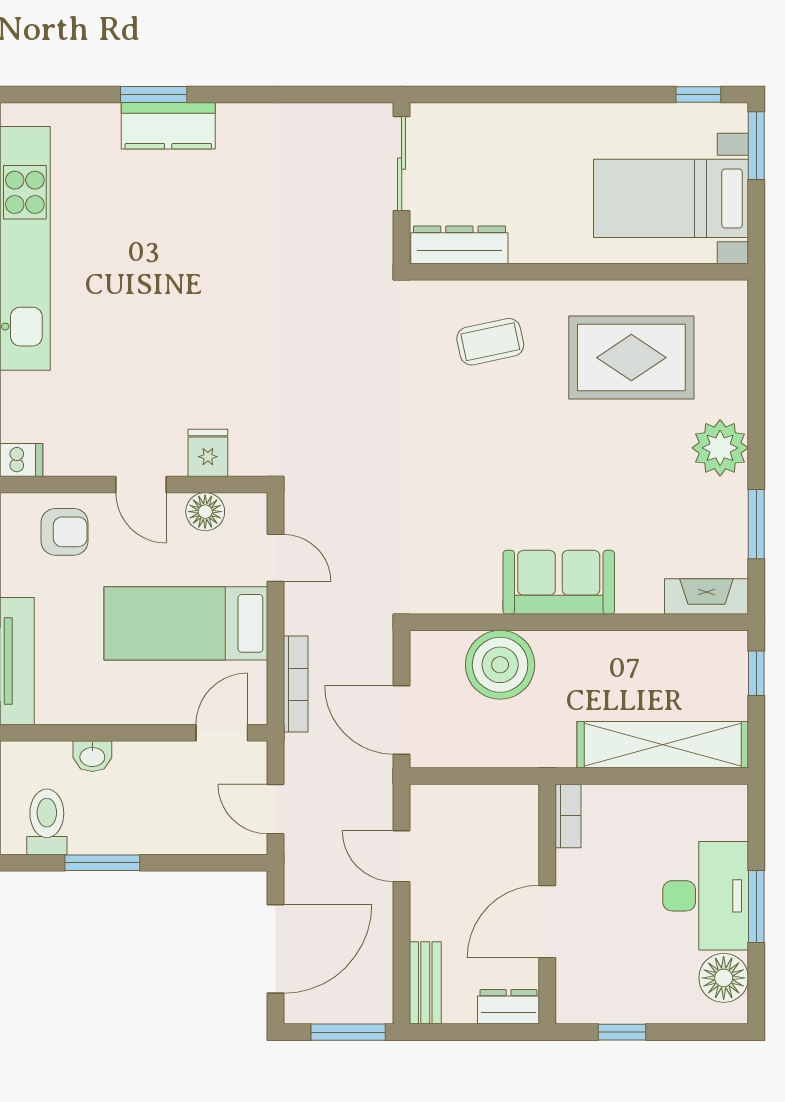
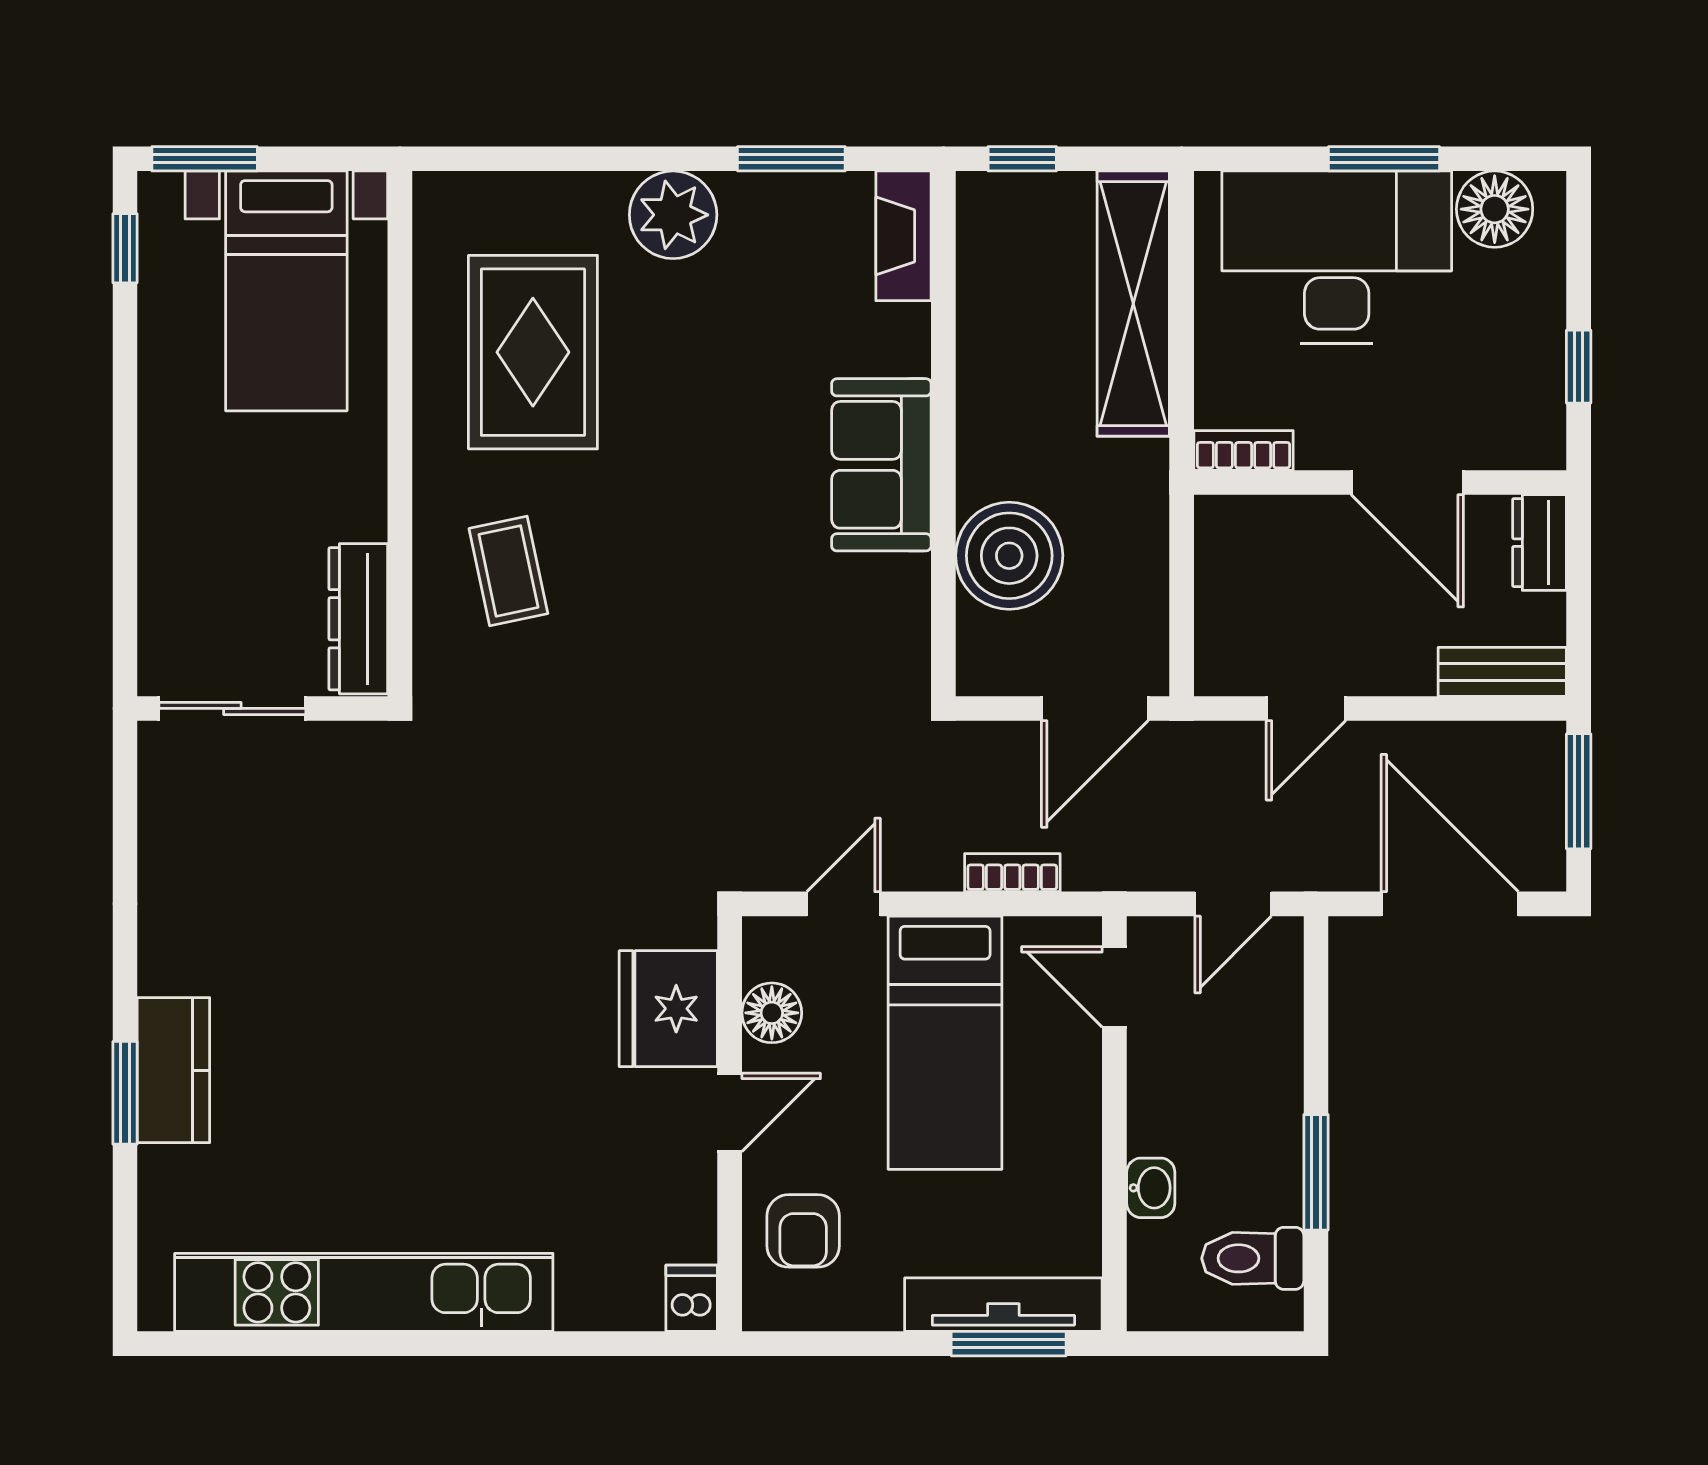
fridge: (208, 453) -> (668, 1009), width x1.88, depth x1.34
armchair: (65, 532) -> (803, 1231), turned 180
bookcase: (296, 684) -> (1012, 873), width x0.64
desk: (706, 896) -> (1337, 257), width x1.36, depth x1.30

